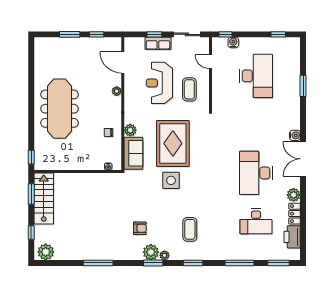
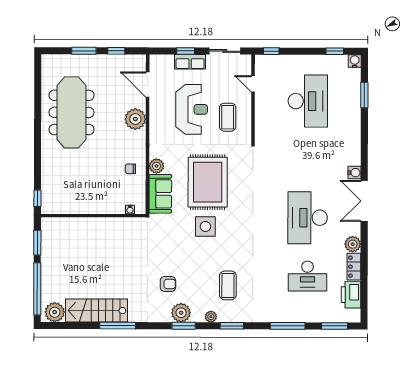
water cooler: (233, 42) -> (355, 61), moved
reception desk: (159, 83) -> (192, 109), turned 180
window: (303, 86) -> (364, 95), moved
plant: (117, 91) -> (135, 119), width x1.87, depth x1.87
meeting table: (59, 109) -> (72, 112), moved
stairs: (44, 198) -> (97, 310), moved, turned -90
window: (31, 232) -> (37, 289), width x3.17
plant: (164, 255) -> (211, 317), moved

